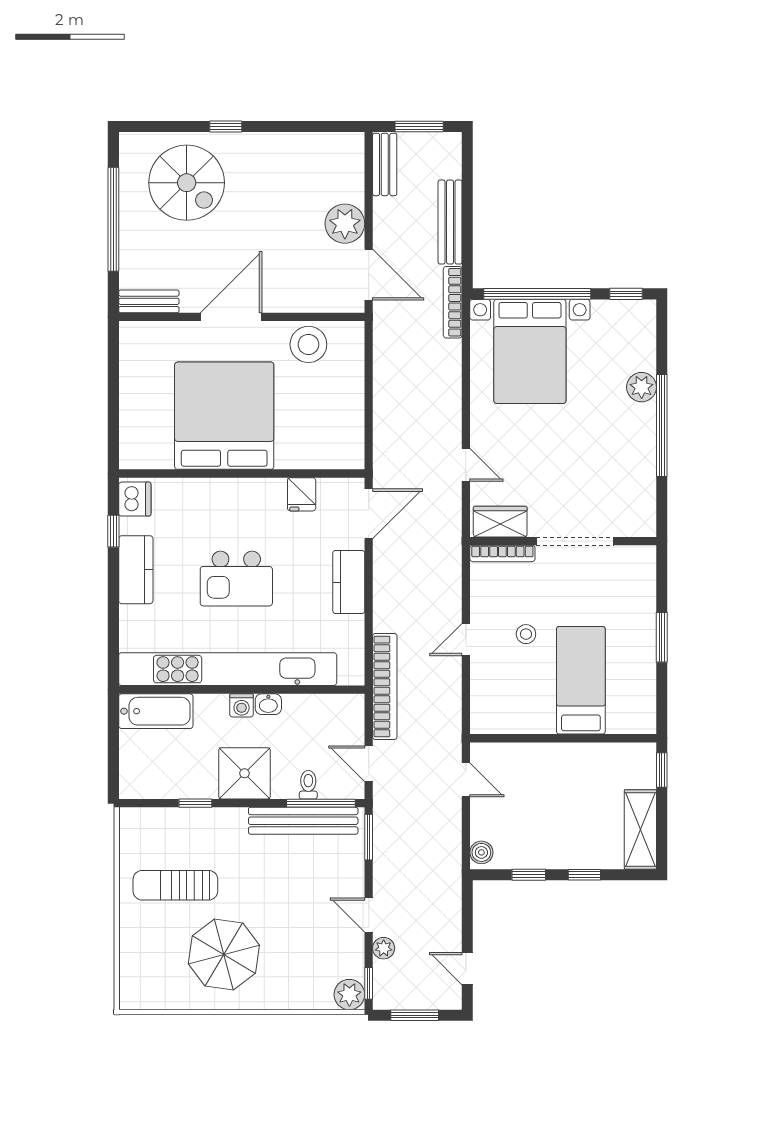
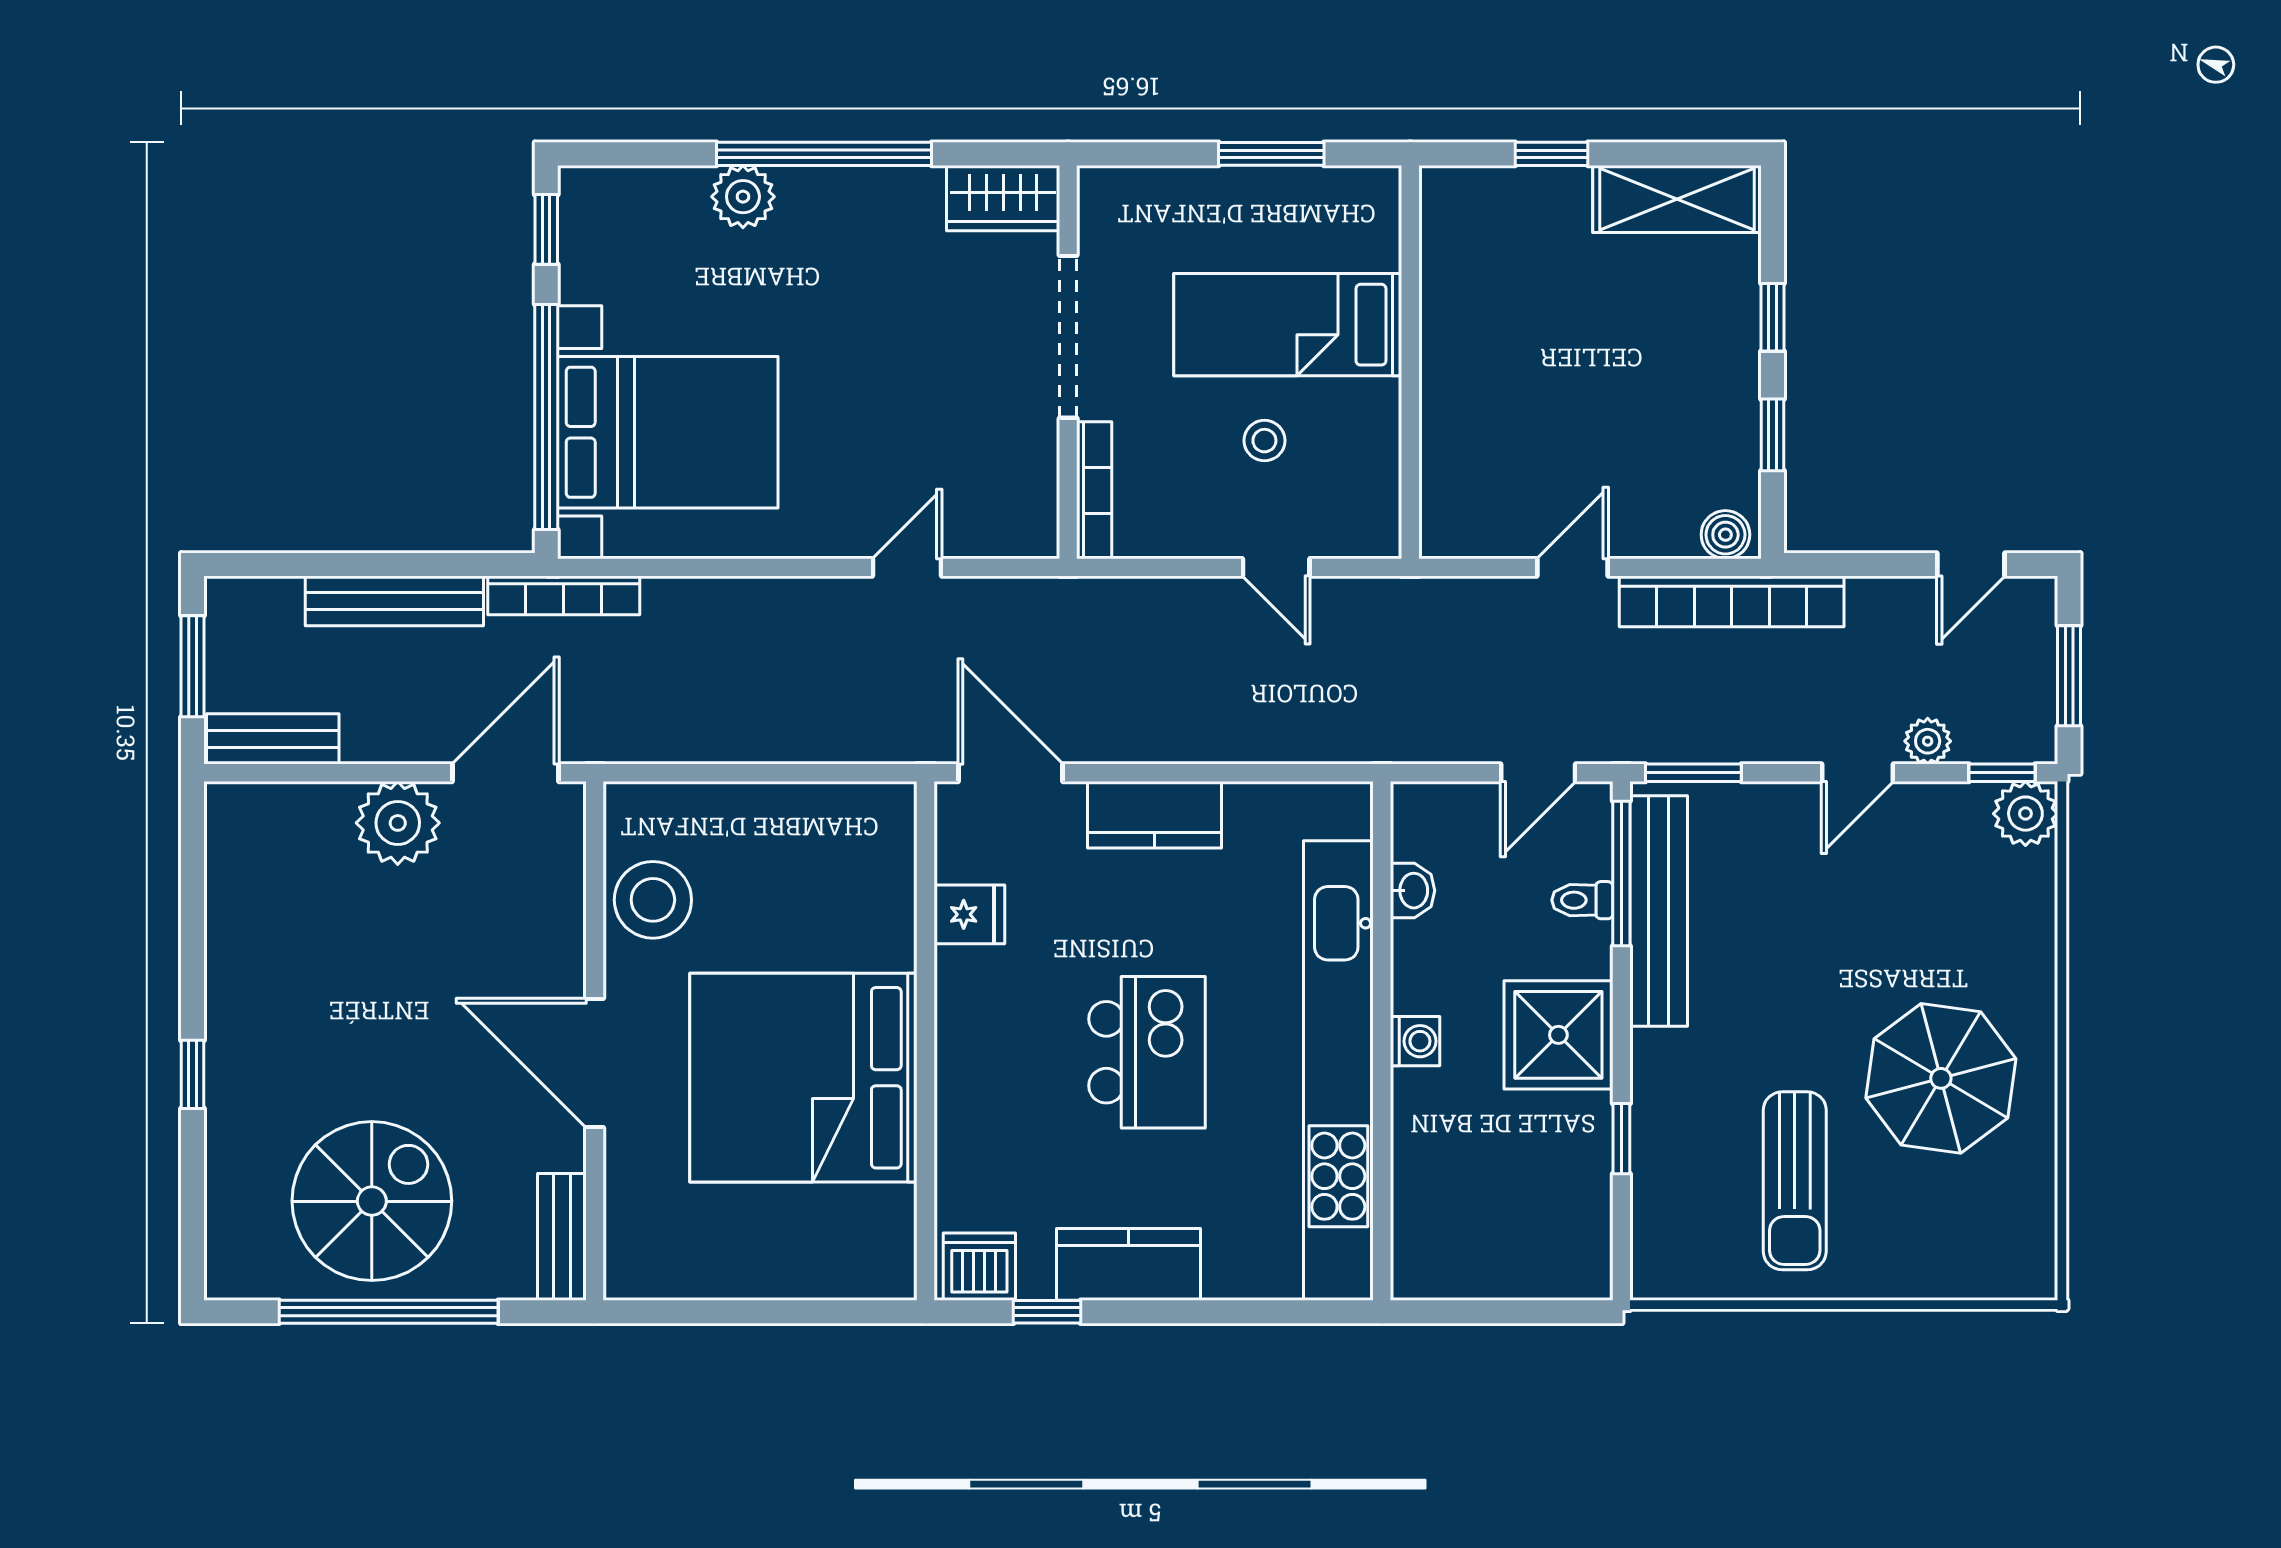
spiral stairs: (187, 183) -> (372, 1201), moved
wardrobe: (500, 522) -> (1003, 198), moved, turned -90
bed: (581, 680) -> (1288, 325), moved
bookcase: (385, 686) -> (1732, 601), moved, turned 180
washbasin: (268, 704) -> (1412, 891), moved
bathtub: (156, 711) -> (1427, 1222), removed
wall: (563, 738) -> (1410, 362), moved

